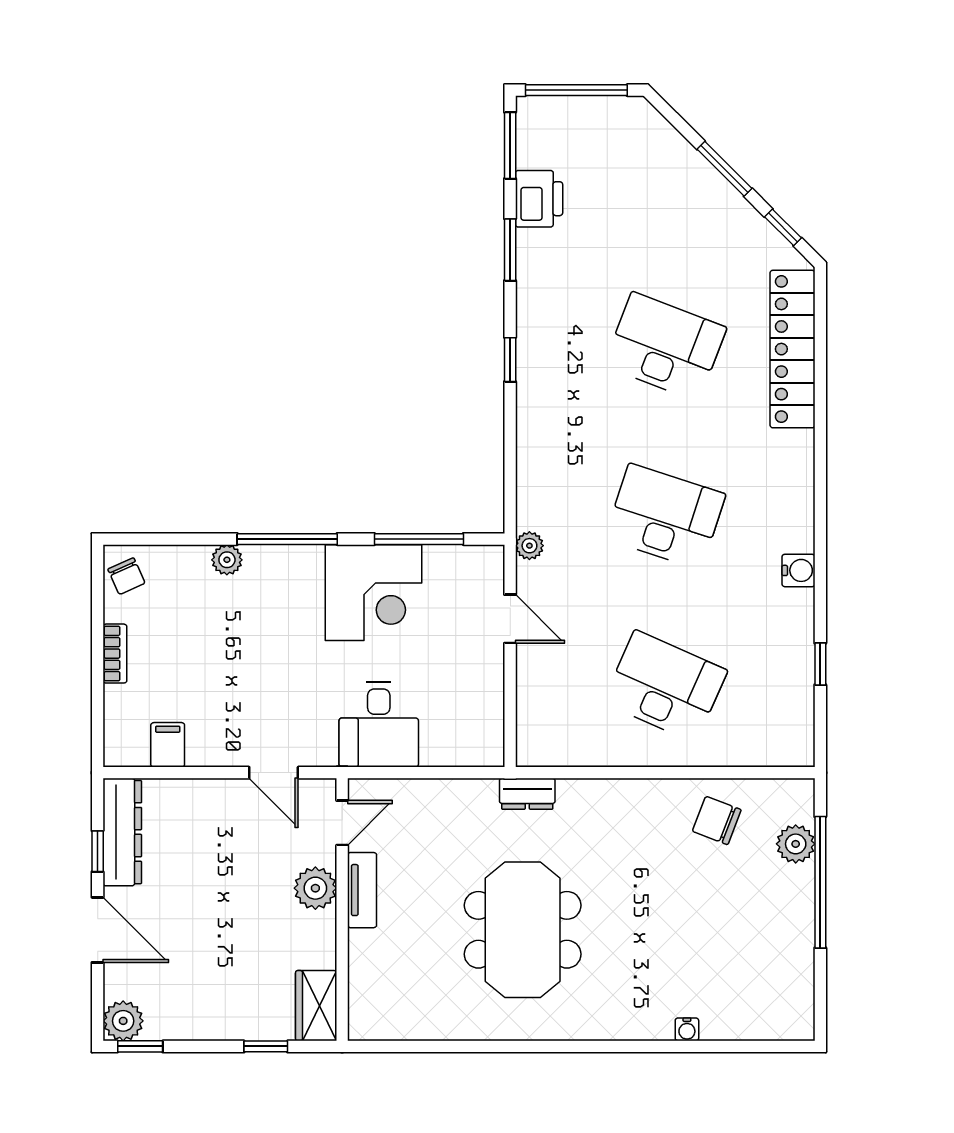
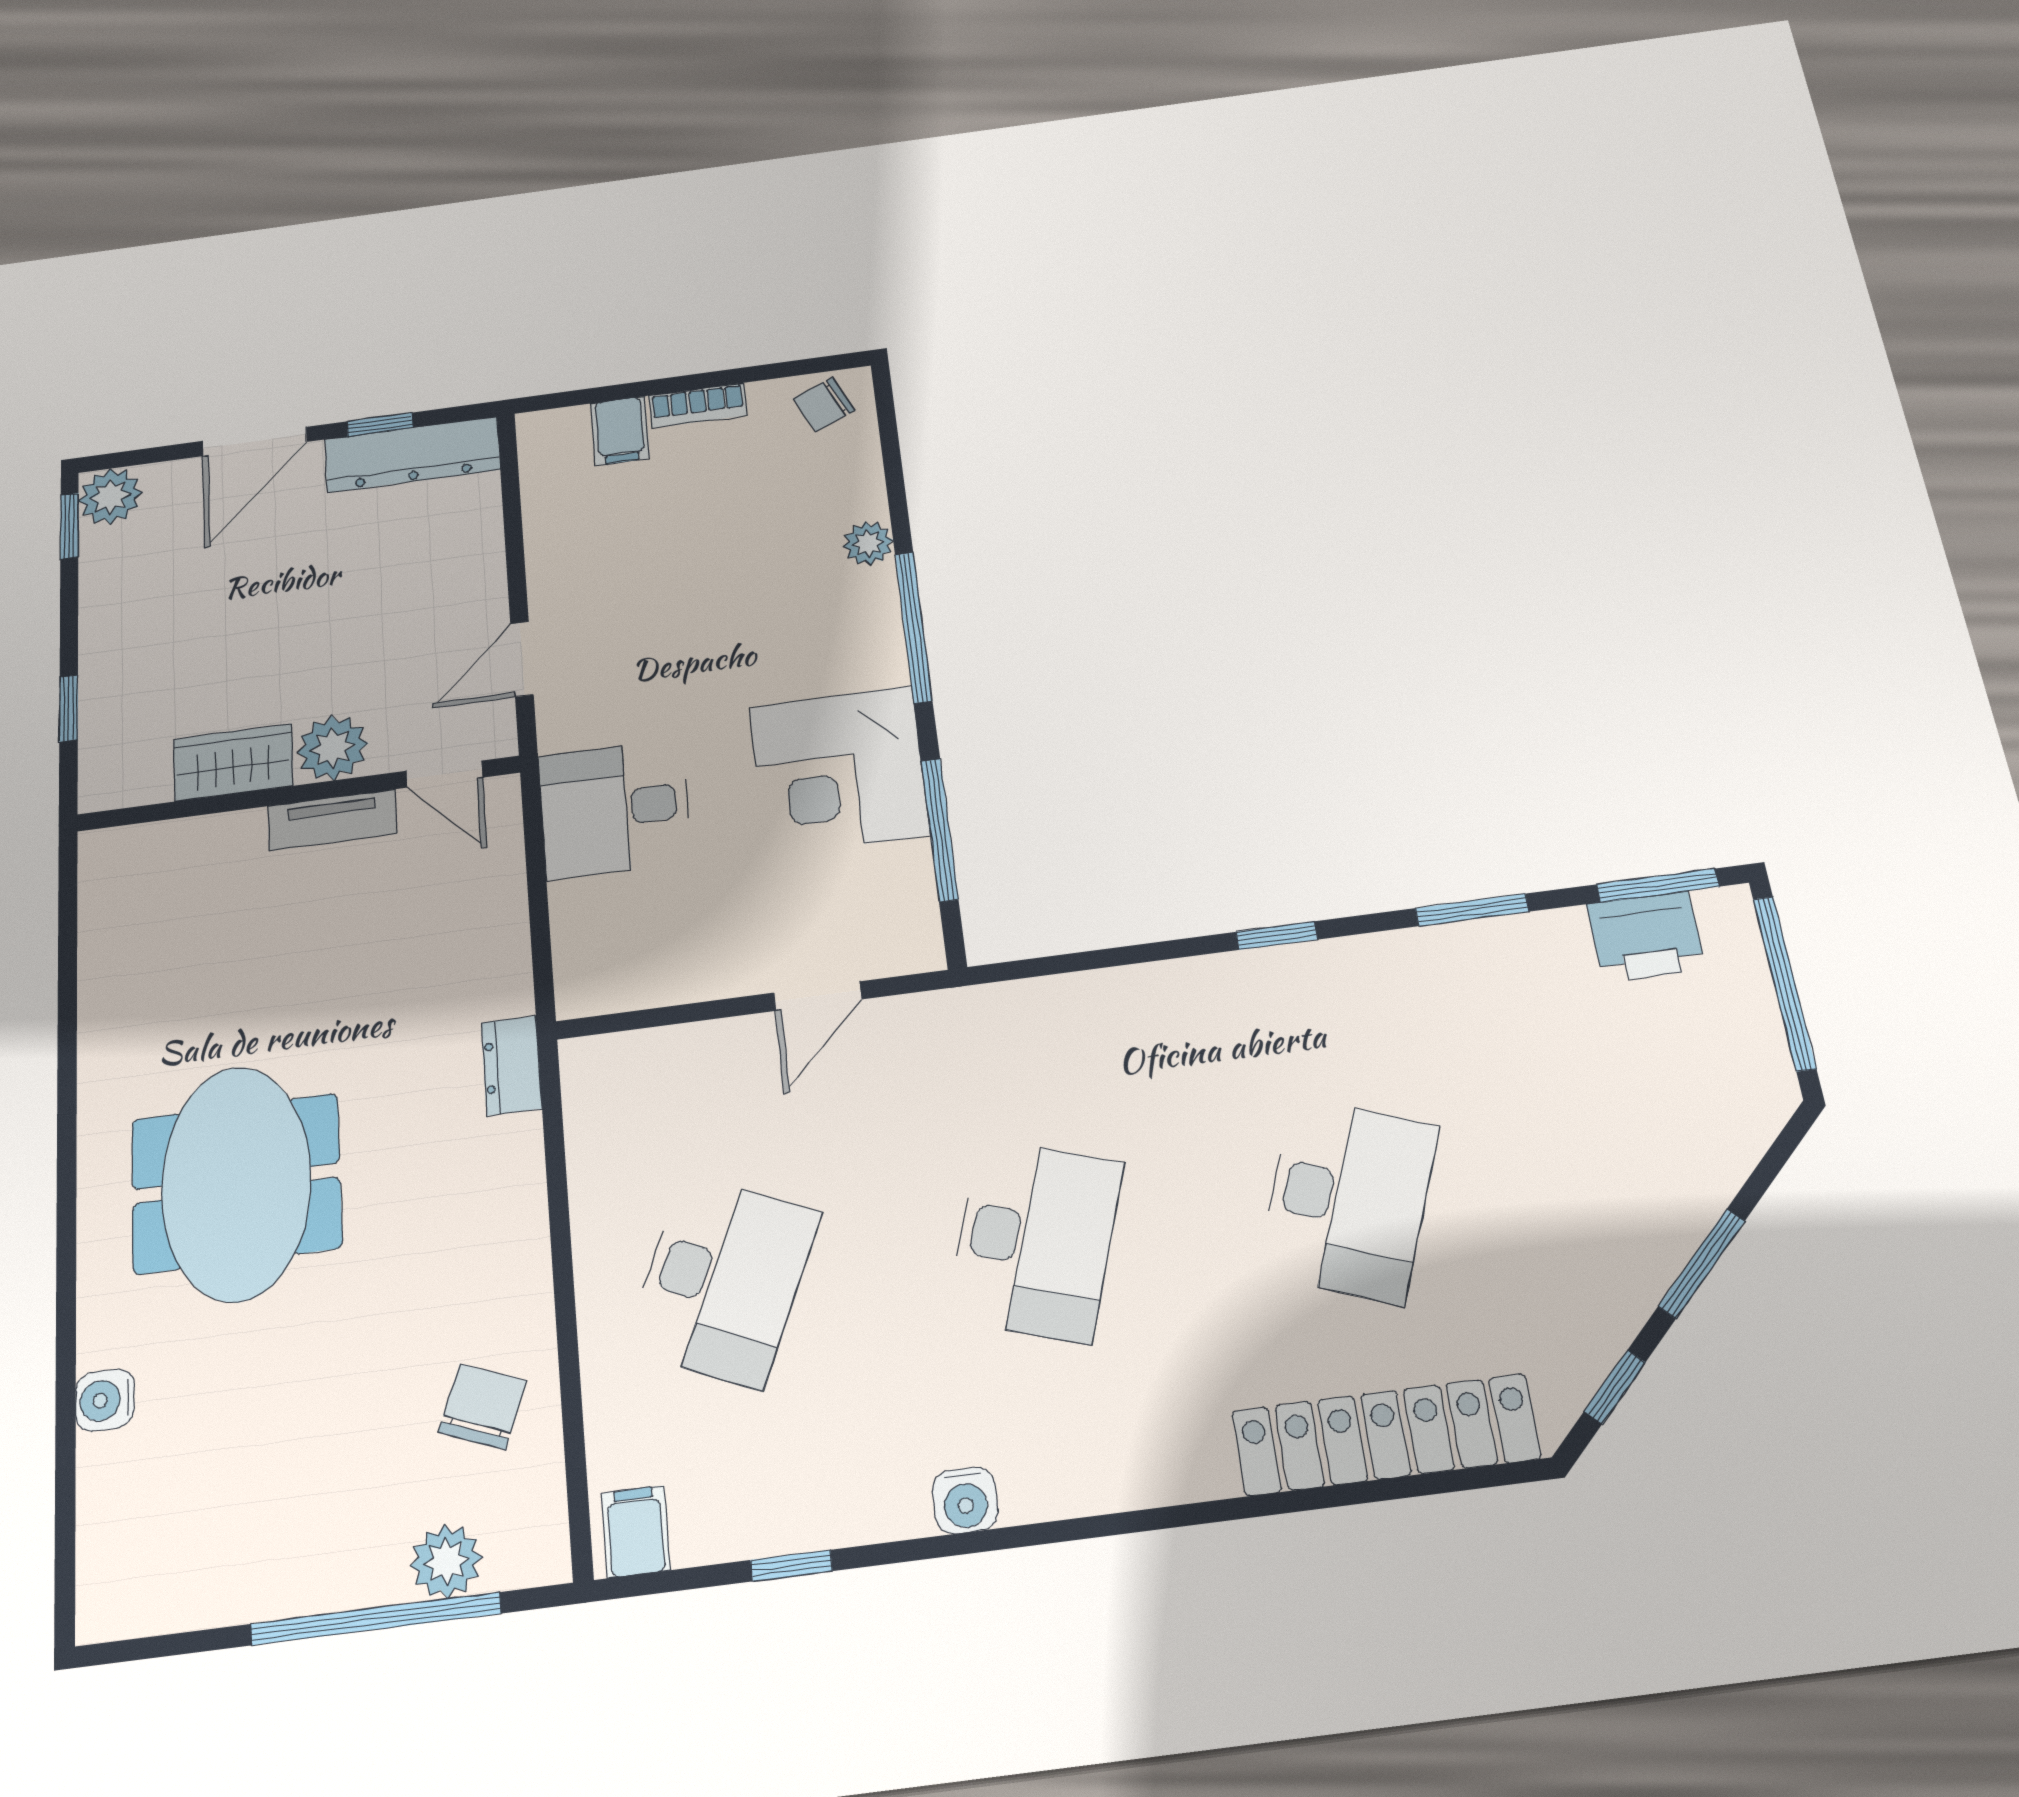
printer: (539, 199) -> (1646, 937), moved
plant: (529, 546) -> (951, 1011), removed
filing cabinet: (793, 744) -> (636, 1532), added
filing cabinet: (168, 745) -> (620, 431), moved, turned 90
meeting table: (523, 930) -> (236, 1183), moved, turned 90
wardrobe: (316, 1006) -> (233, 762), moved
water cooler: (687, 1029) -> (105, 1400), width x1.38, depth x1.38

